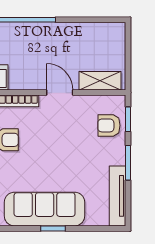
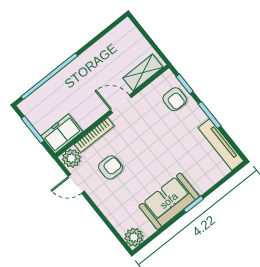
armchair: (109, 125) -> (175, 99), turned -90
sofa: (45, 209) -> (169, 201), width x0.73

